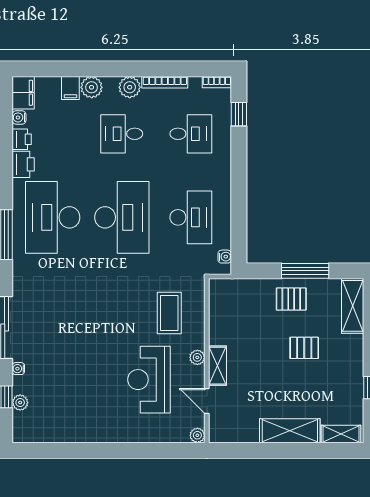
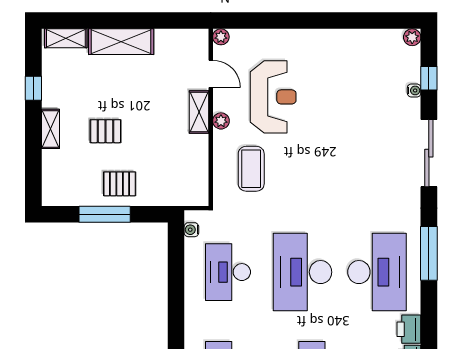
shelving: (353, 306) -> (50, 129), moved, width x0.67, depth x0.75
water cooler: (18, 369) -> (414, 90), moved
plant: (20, 403) -> (412, 37), moved

